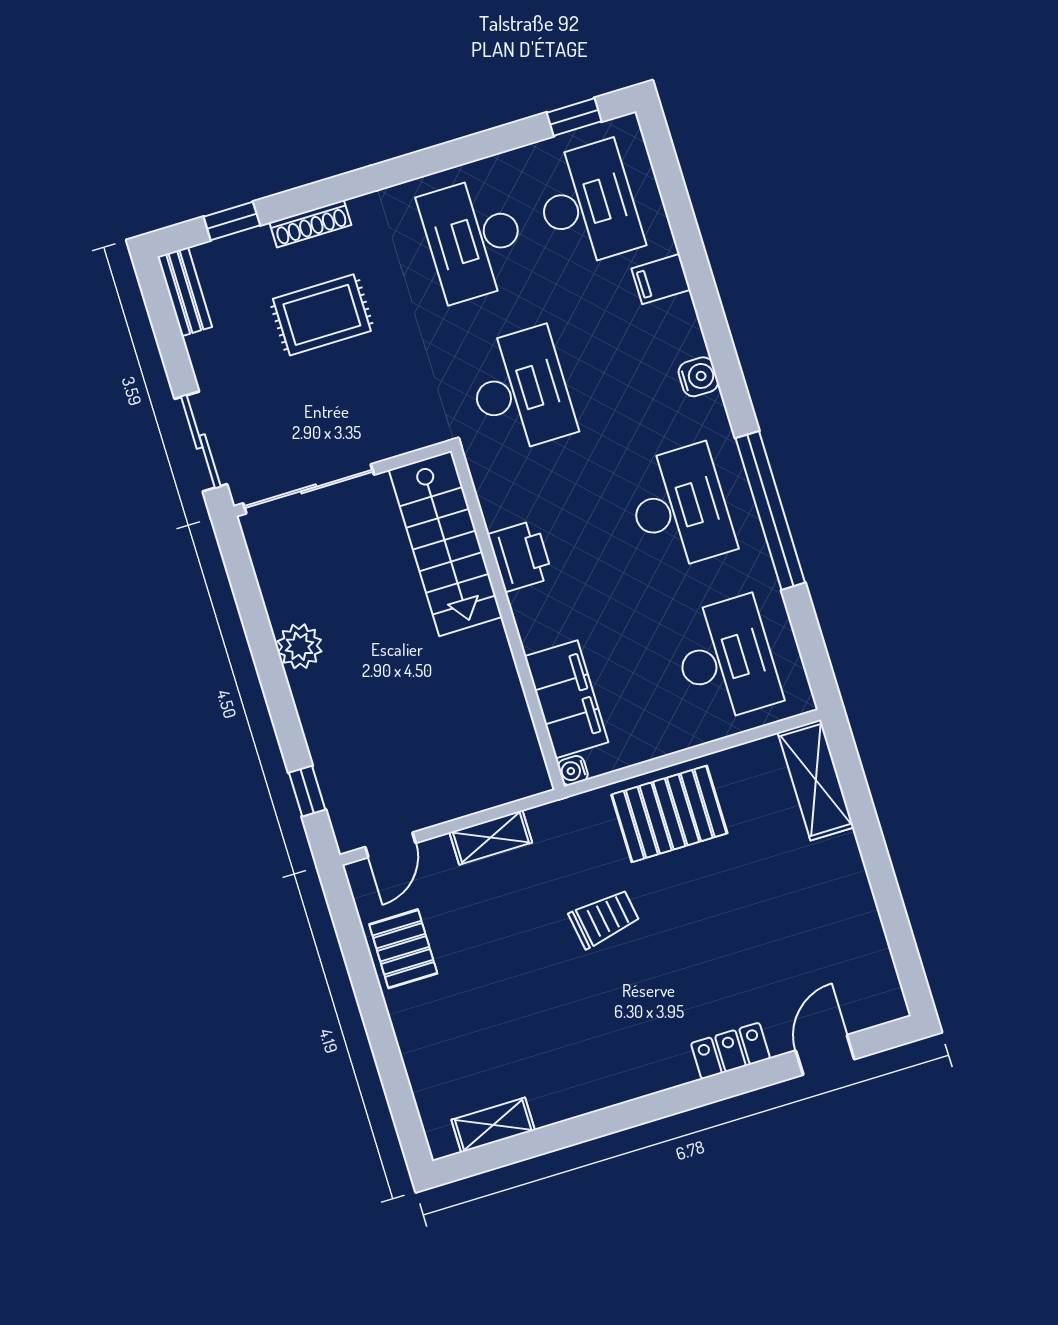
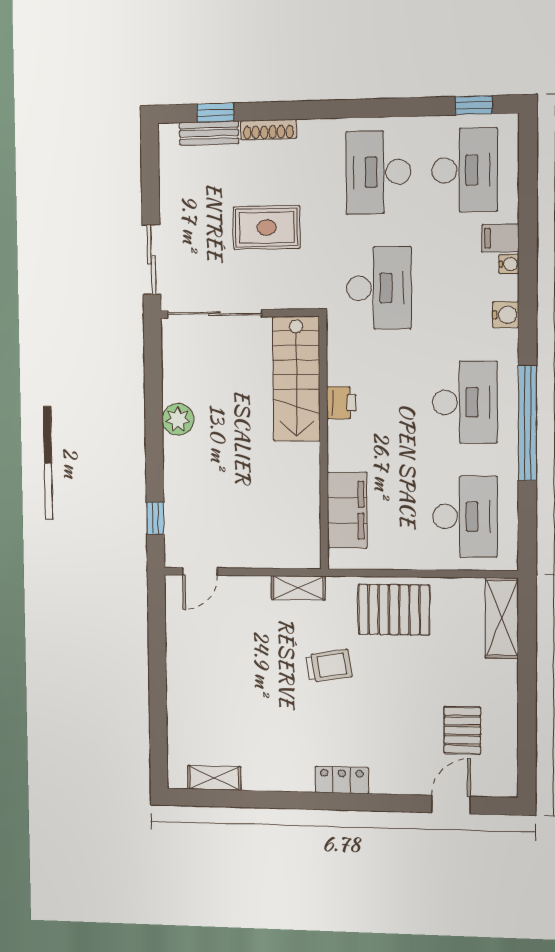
bench: (185, 292) -> (209, 133), moved, turned 90
rug: (322, 315) -> (267, 227), moved
printer: (520, 556) -> (341, 403), width x0.73, depth x0.81
water cooler: (573, 770) -> (509, 264), moved, turned 180
shelving: (491, 837) -> (298, 588), moved
pallet: (403, 949) -> (462, 730), moved
locker: (730, 1051) -> (342, 780), moved

